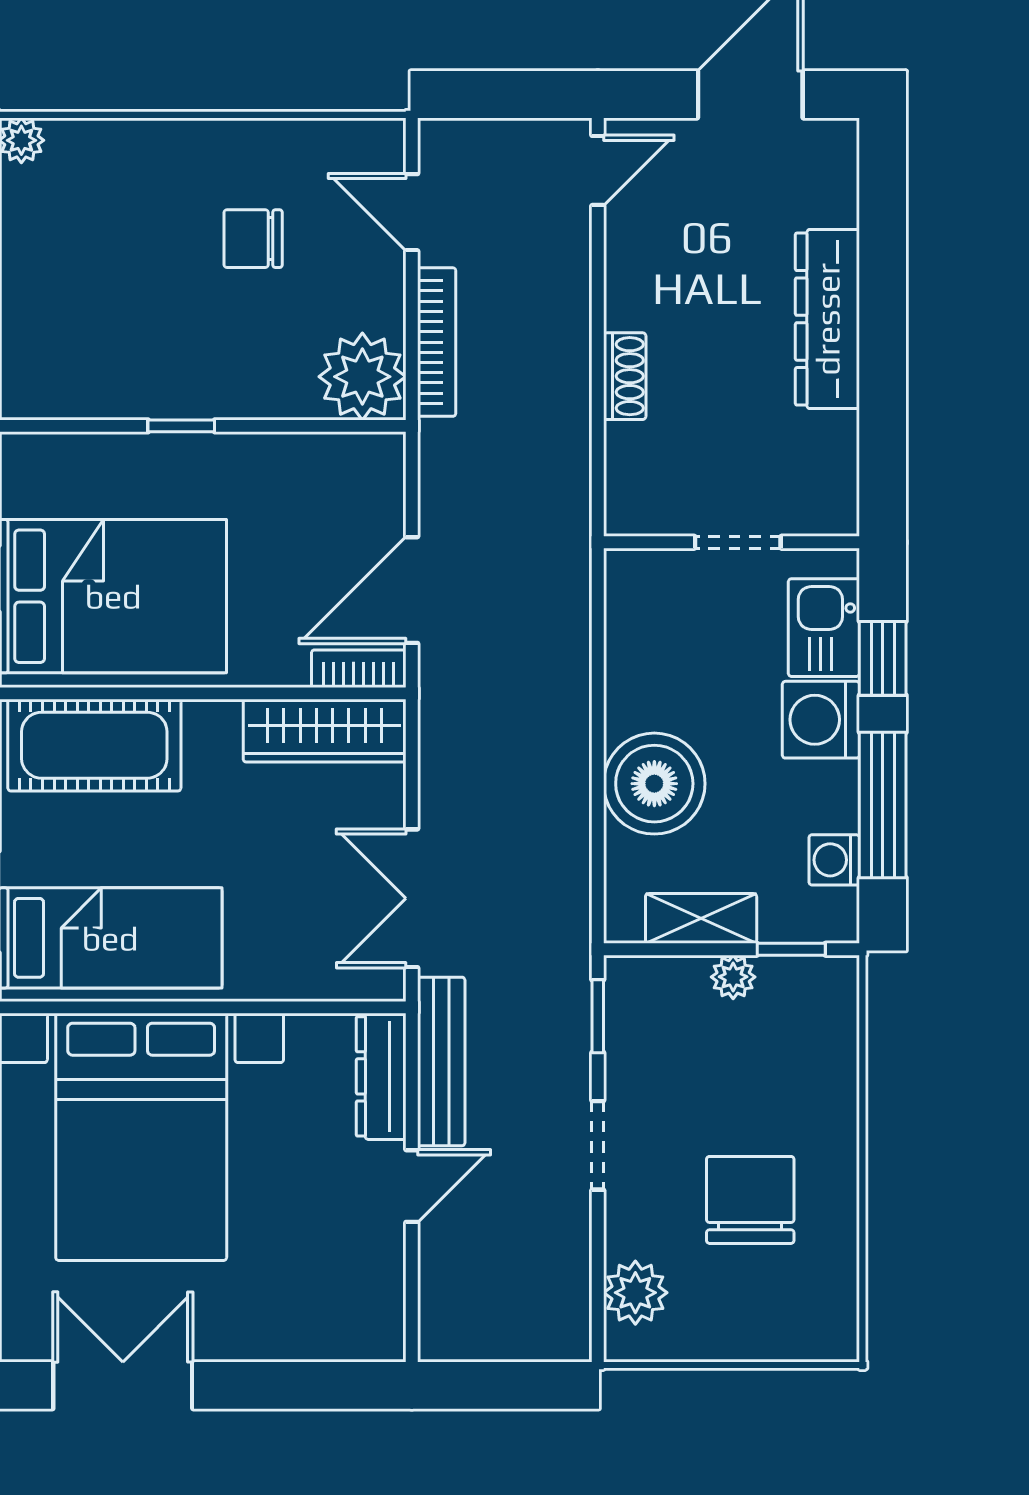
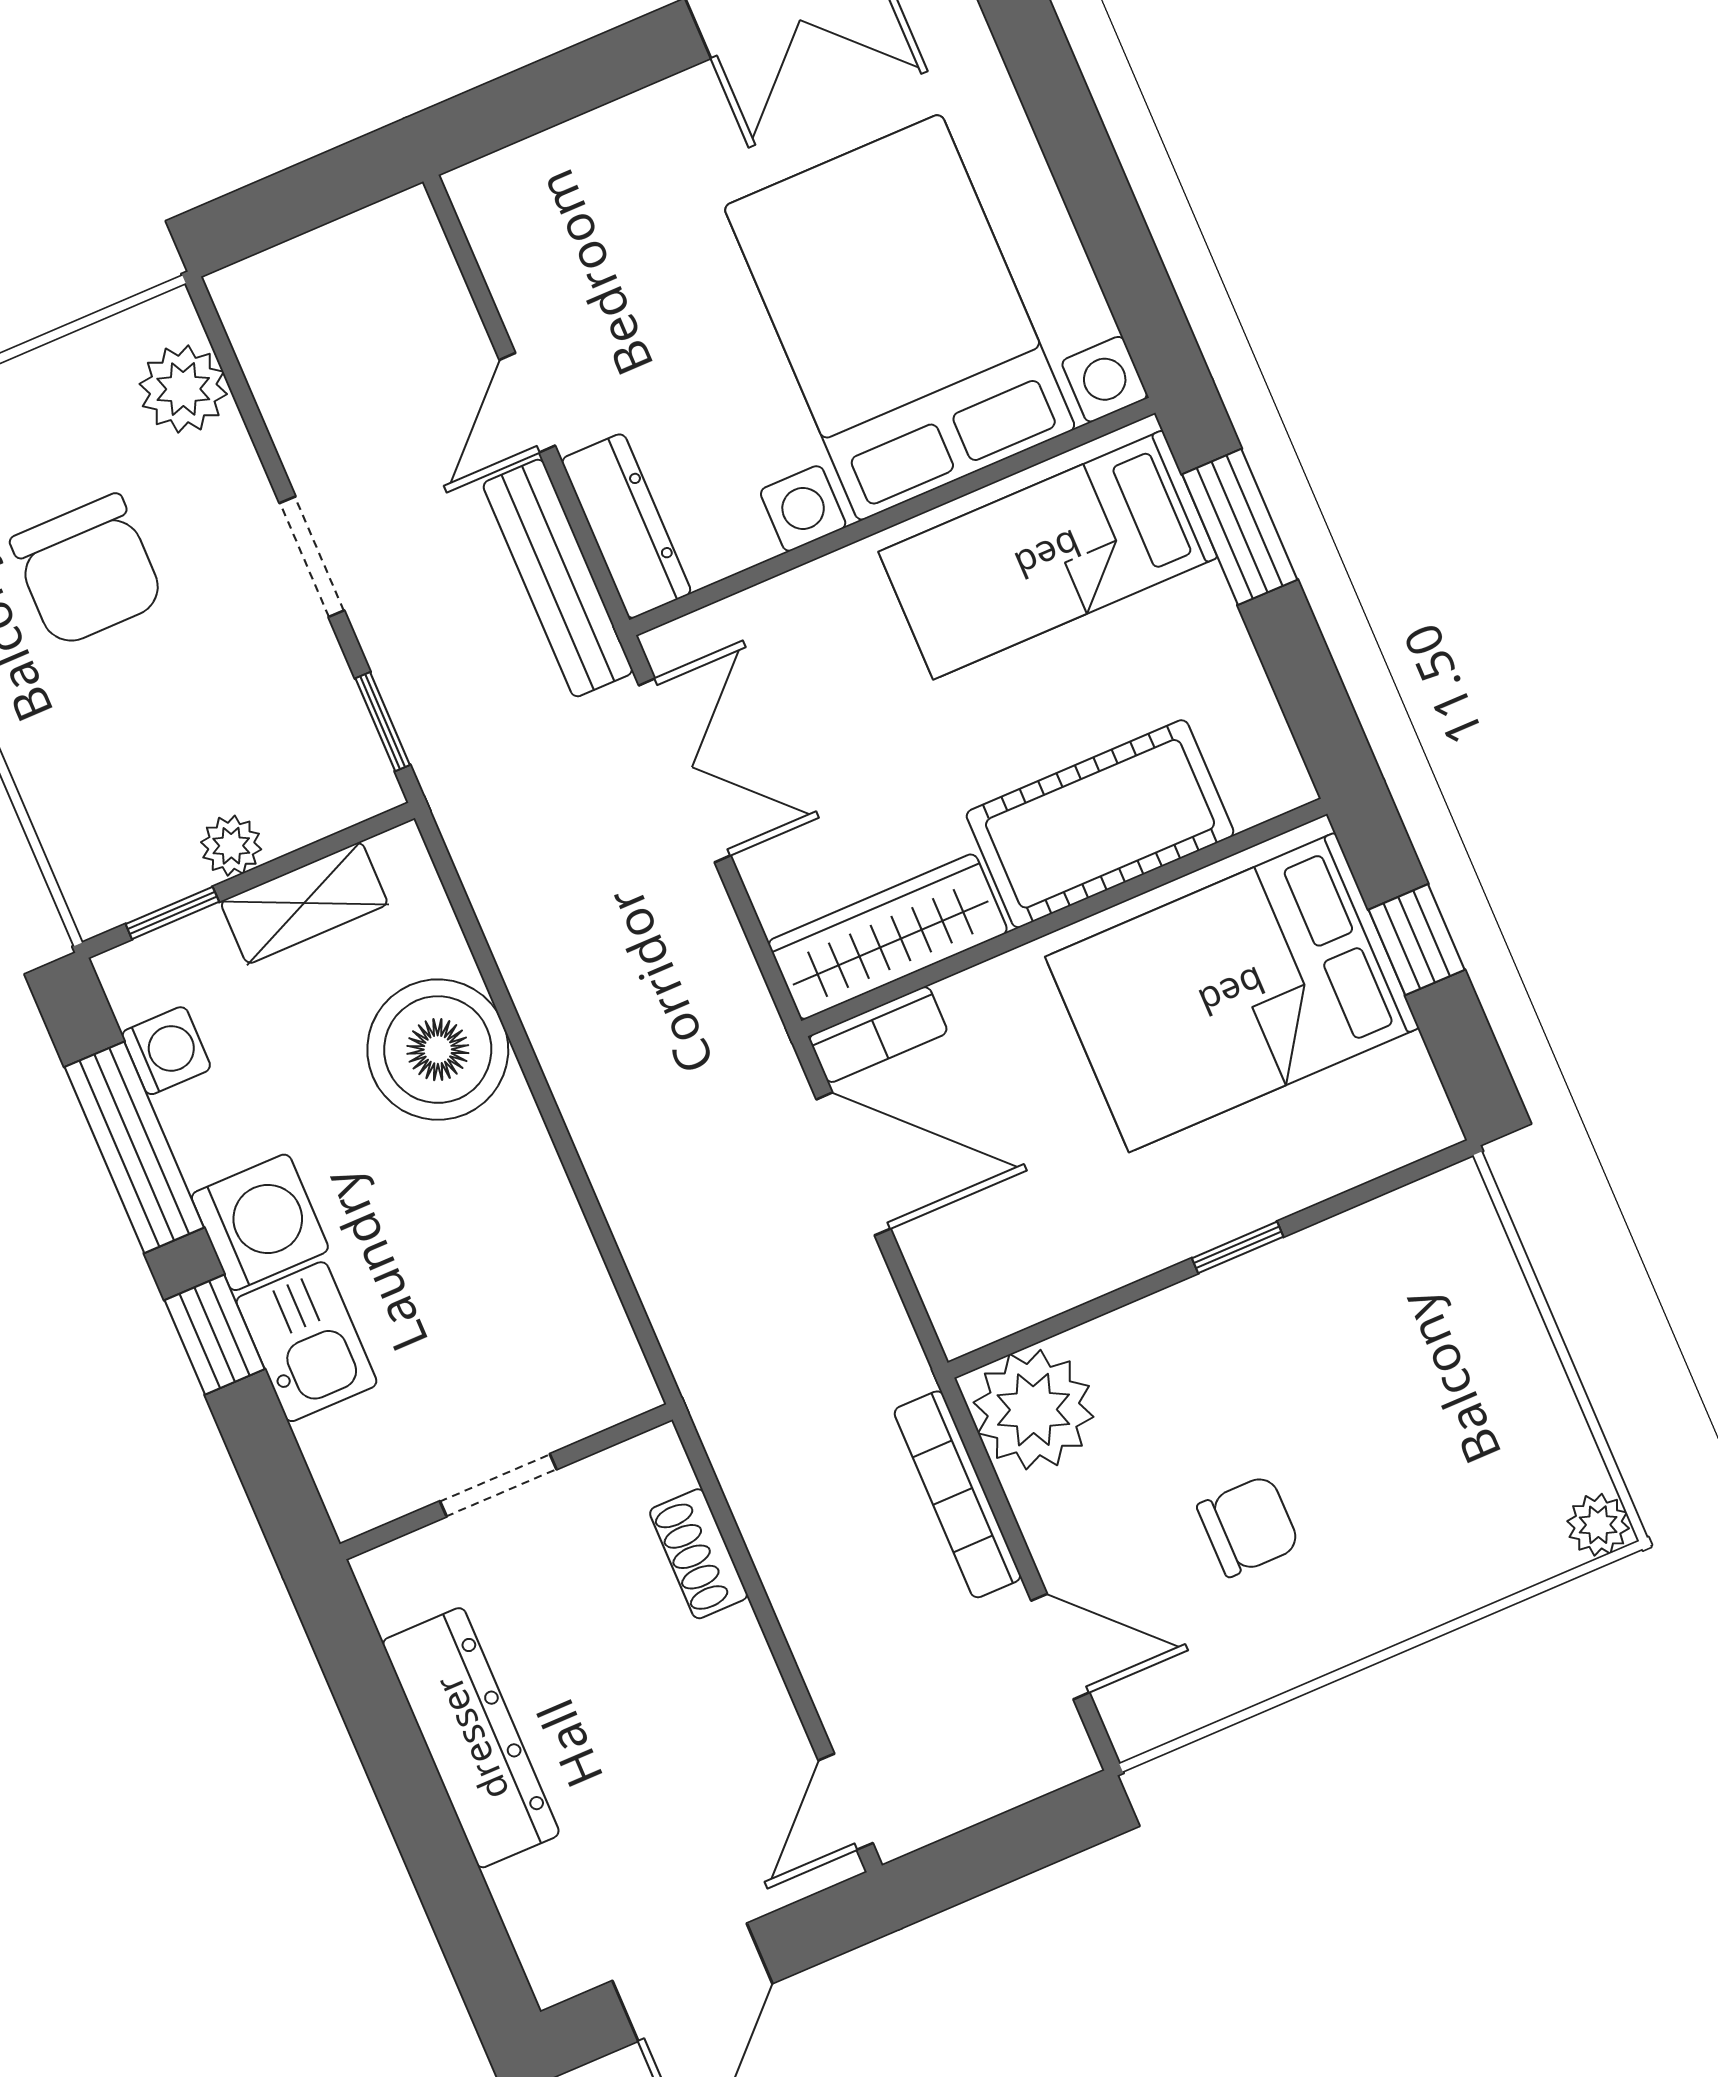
wall: (732, 542) -> (506, 1482), moved
doorway: (738, 542) -> (498, 1485), moved
door: (412, 590) -> (853, 1164), hinge flipped
cot: (94, 745) -> (1100, 824), moved

